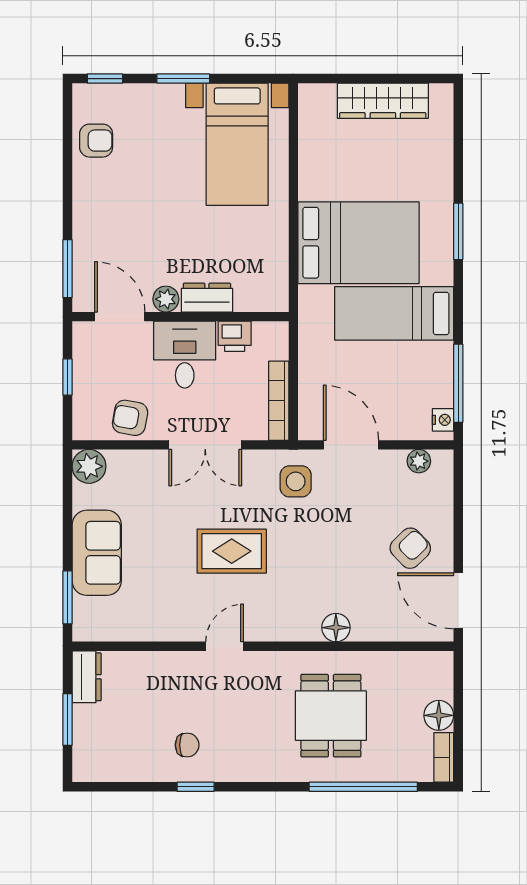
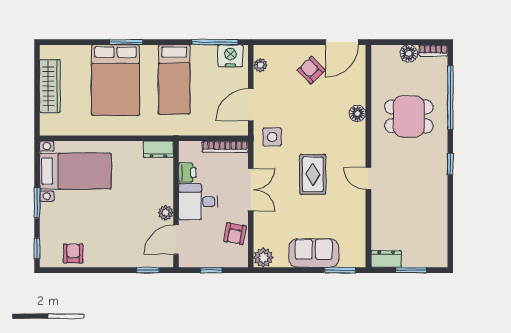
bed: (359, 243) -> (116, 80), moved, turned 180
window: (68, 269) -> (148, 270), width x0.67
dresser: (207, 298) -> (158, 149), moved, turned -90
nightstand: (443, 420) -> (230, 56), width x1.89, depth x1.79
chair: (187, 745) -> (426, 200), removed
window: (196, 787) -> (450, 164), moved

